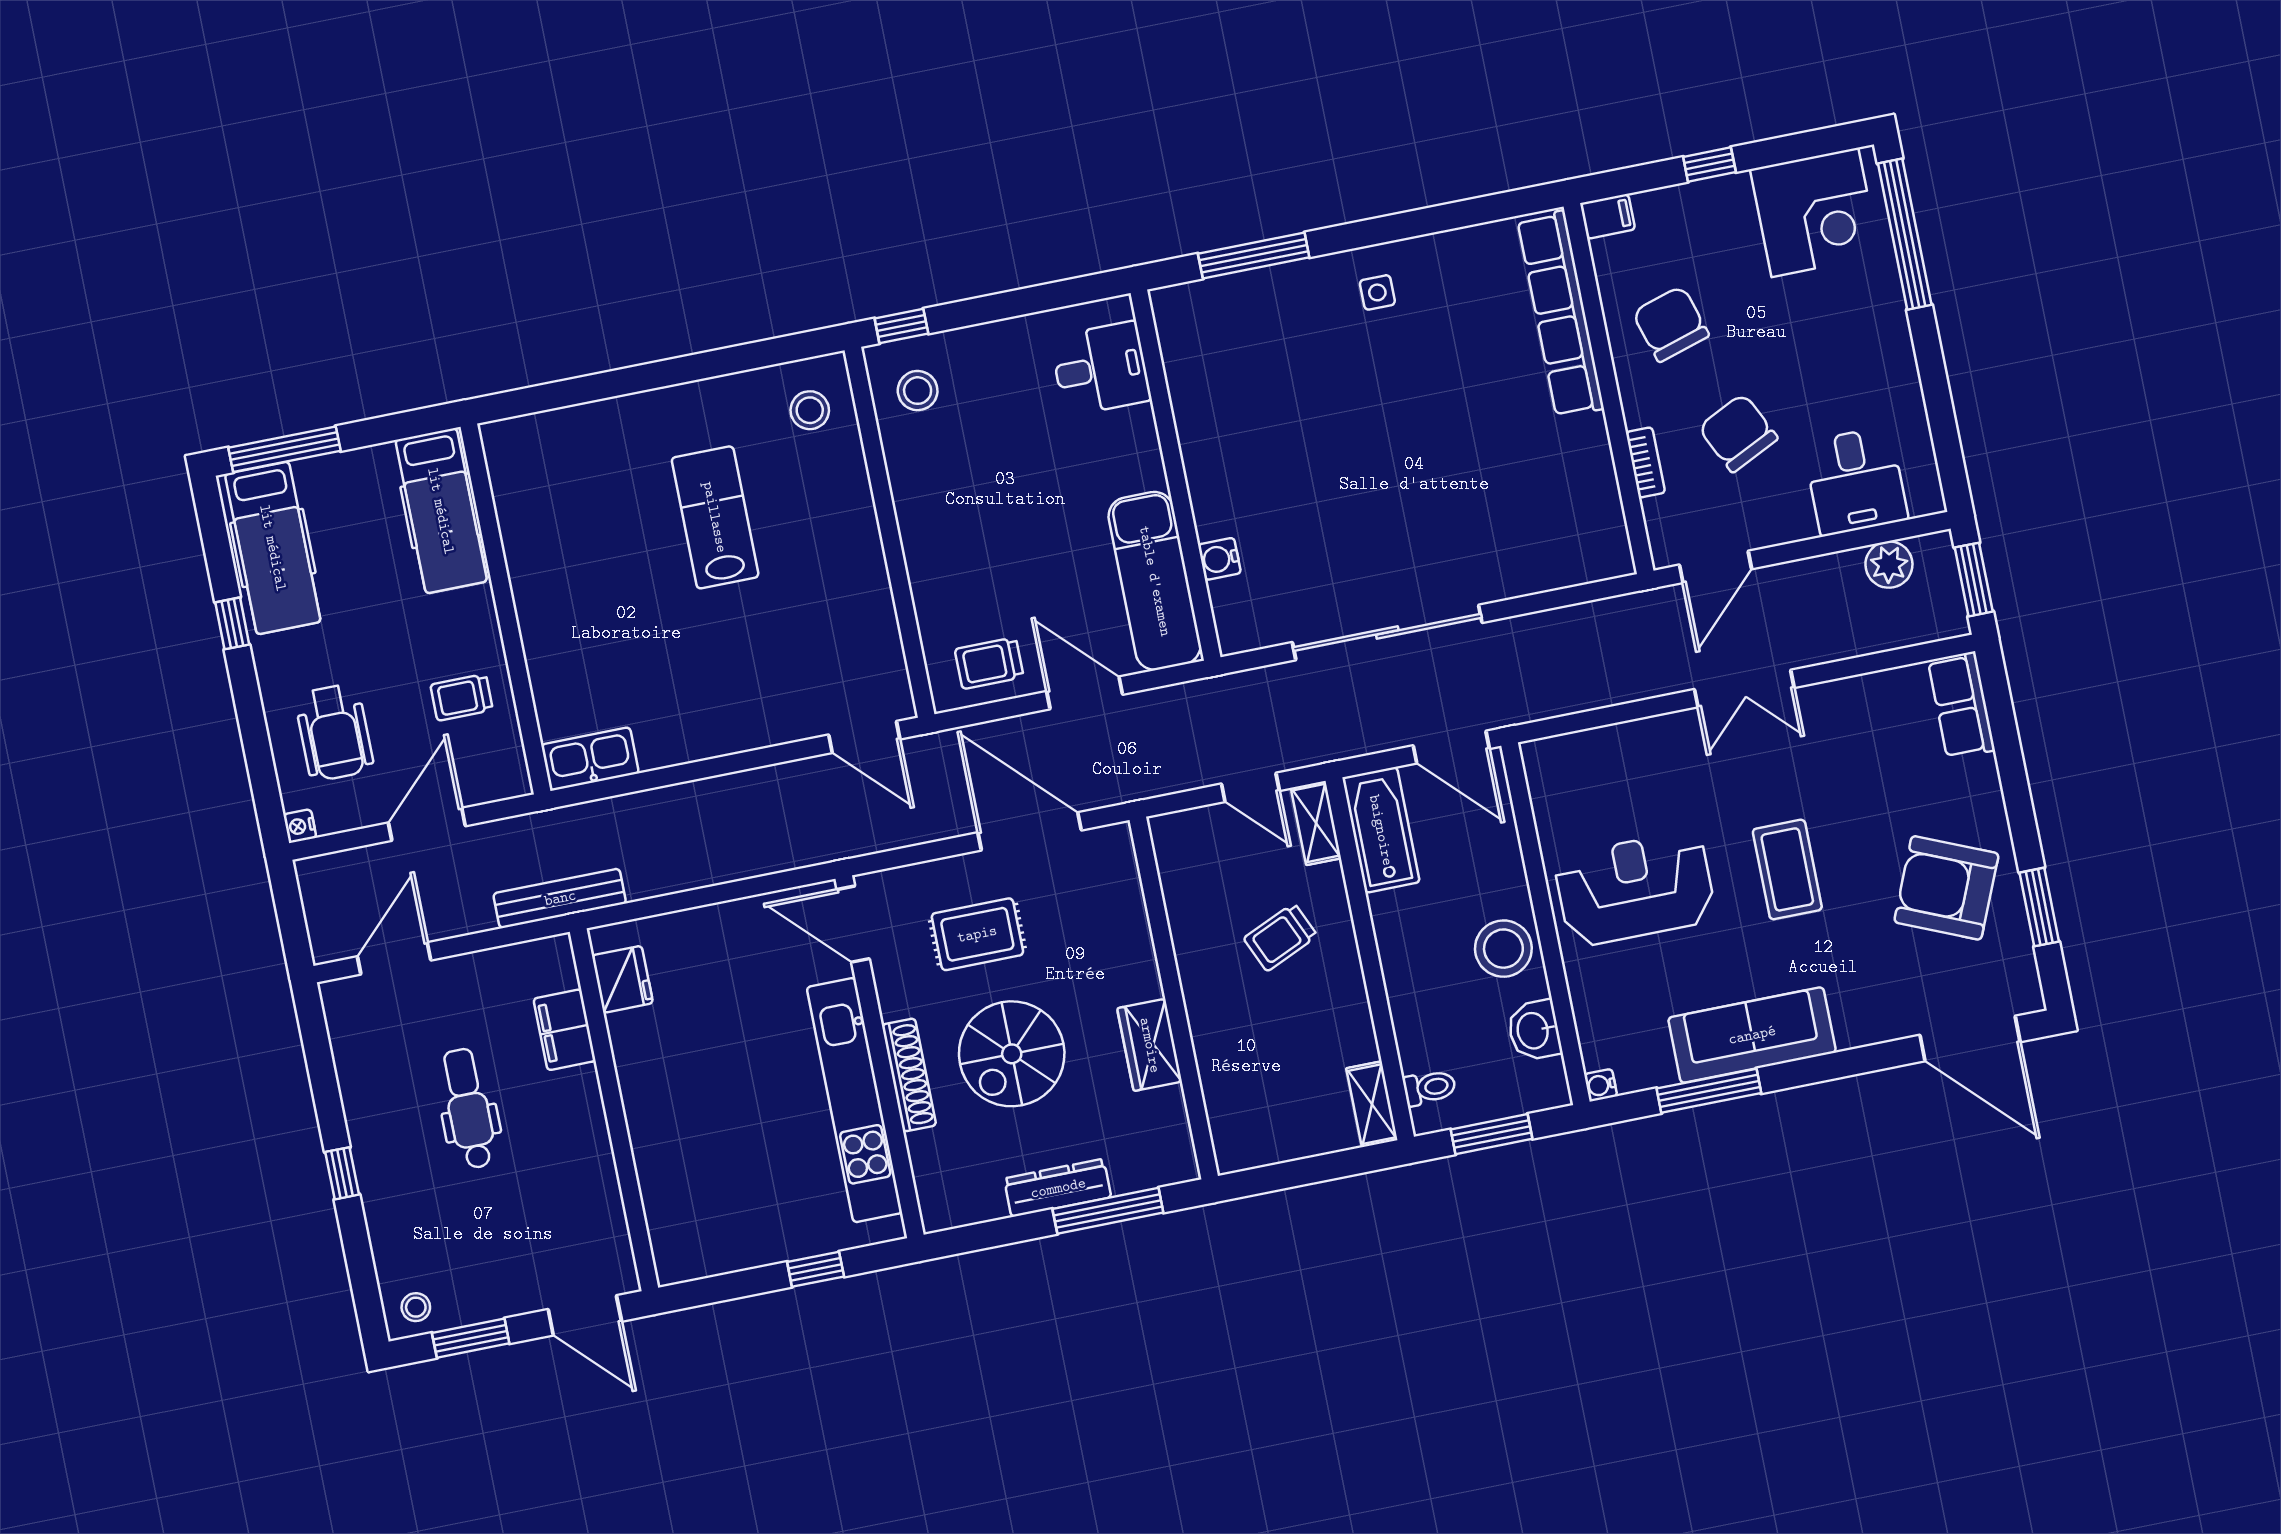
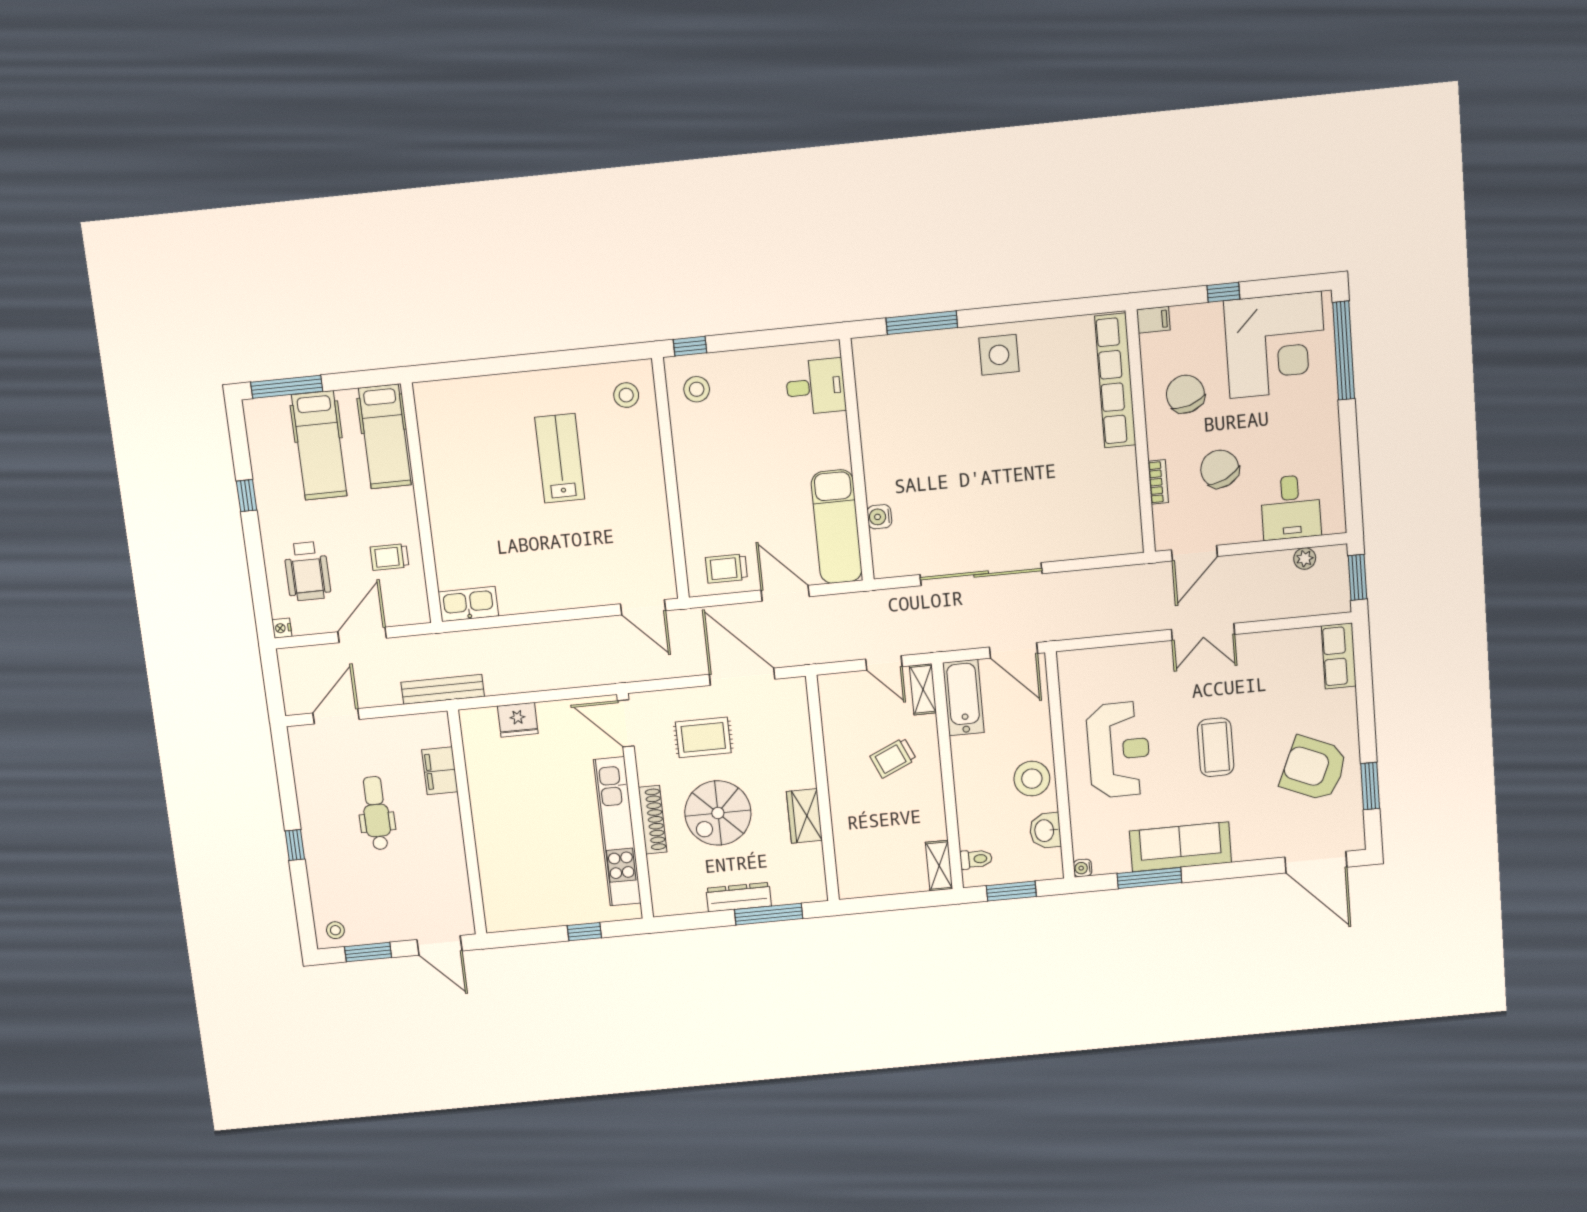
corner desk: (1815, 212) -> (1275, 345), width x1.36, depth x1.36
side table: (1377, 292) -> (999, 355), width x1.87, depth x1.87
hospital bed: (273, 548) -> (319, 445), moved
plant: (1889, 565) -> (1305, 559), width x0.73, depth x0.73
reception desk: (1635, 889) -> (1119, 750), turned 90
fridge: (622, 979) -> (518, 720), moved, turned 90

